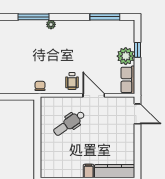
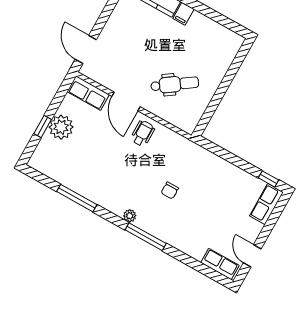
window: (105, 17) -> (77, 198), moved
row of seats: (128, 80) -> (88, 93), moved, turned 90
chair: (40, 86) -> (170, 190), moved

